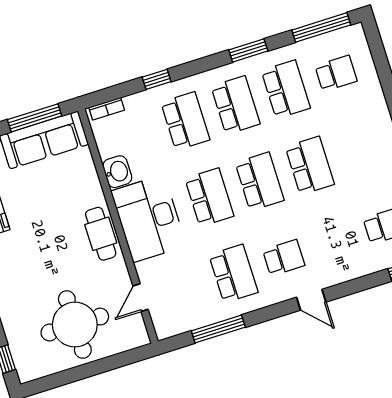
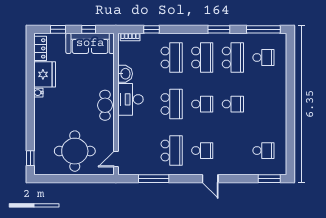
window: (157, 79) -> (151, 29), moved
window: (35, 118) -> (89, 29), width x0.46
school desk: (310, 166) -> (233, 104), width x0.54
school desk: (260, 181) -> (202, 104), width x0.54
desk: (149, 219) -> (130, 99), width x0.73, depth x0.77
door: (141, 298) -> (116, 159), moved

